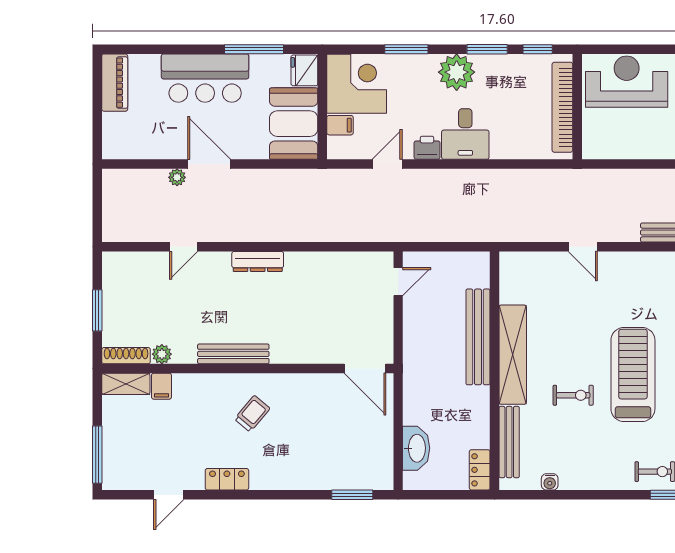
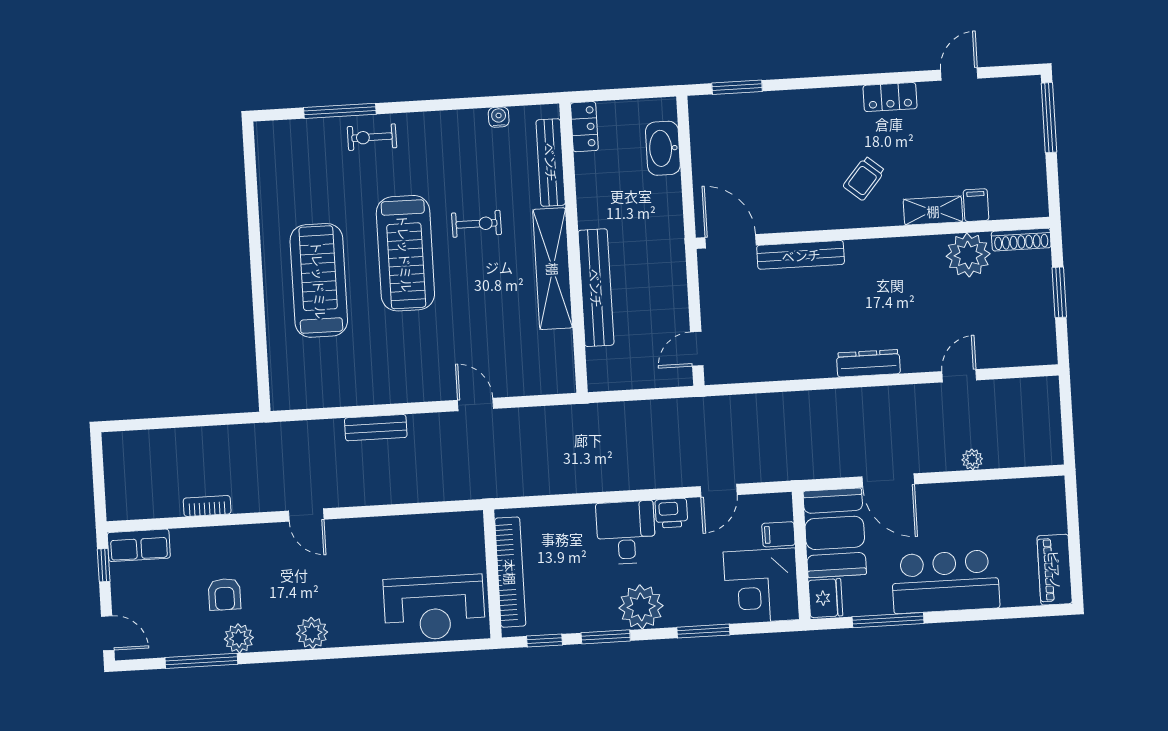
door: (209, 164) -> (888, 480), moved
plant: (162, 354) -> (968, 255), width x1.87, depth x1.87
bench: (233, 354) -> (801, 255), moved
shelving: (126, 384) -> (933, 211), moved
exercise bike: (573, 395) -> (476, 224), turned 180

